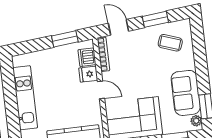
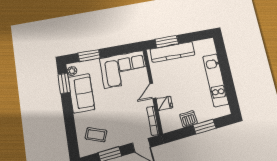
window: (65, 39) -> (204, 127), moved
dishwasher: (87, 57) -> (189, 119), moved, turned -95
door: (101, 90) -> (153, 91), hinge flipped

